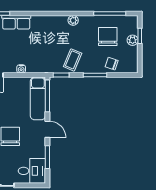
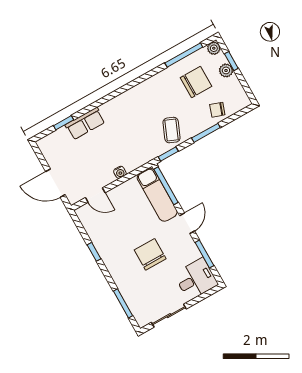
plant: (73, 20) -> (214, 48), moved
chair: (108, 37) -> (196, 82), turned 90
door: (47, 129) -> (187, 223), hinge flipped

